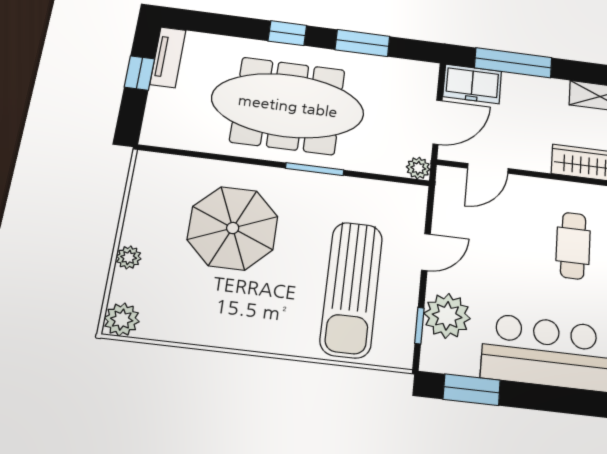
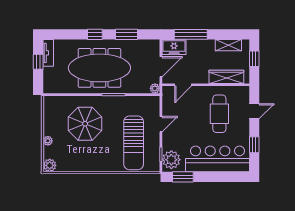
cafe table: (573, 246) -> (219, 114), width x1.37, depth x1.35
plant: (447, 316) -> (171, 160), moved

